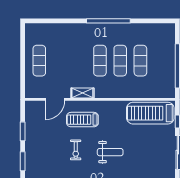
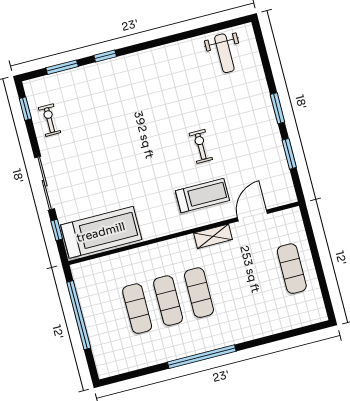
weight bench: (110, 152) -> (147, 157), removed

